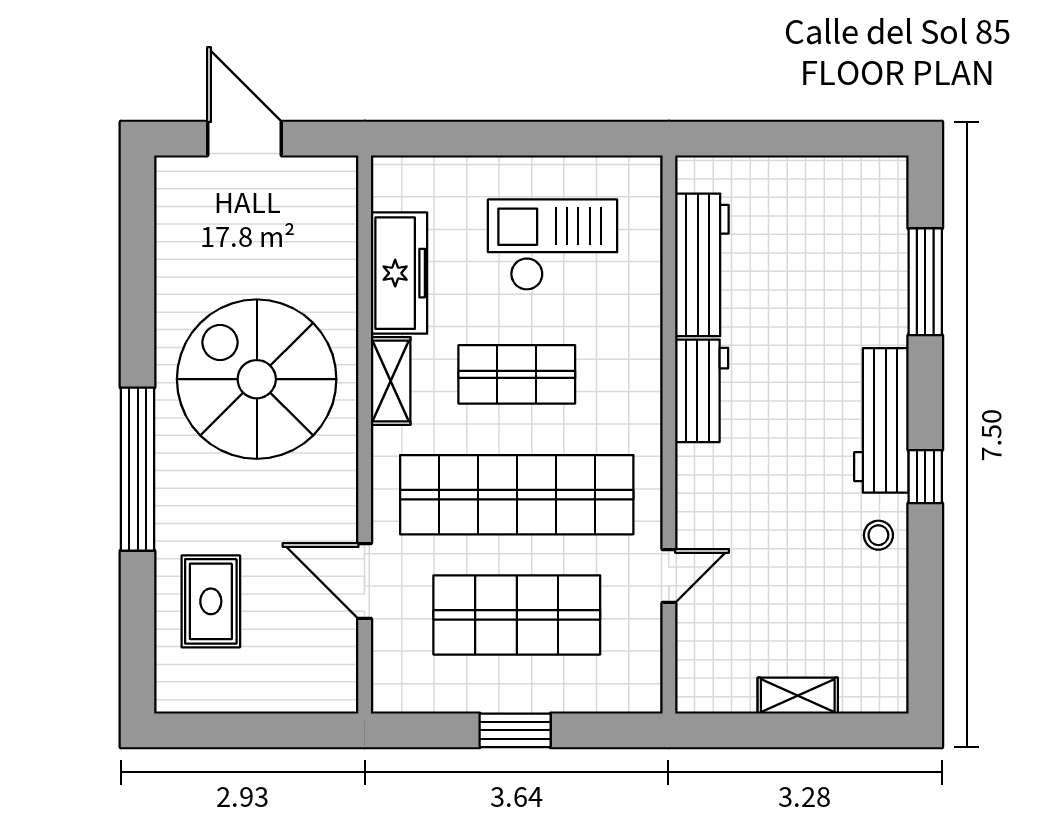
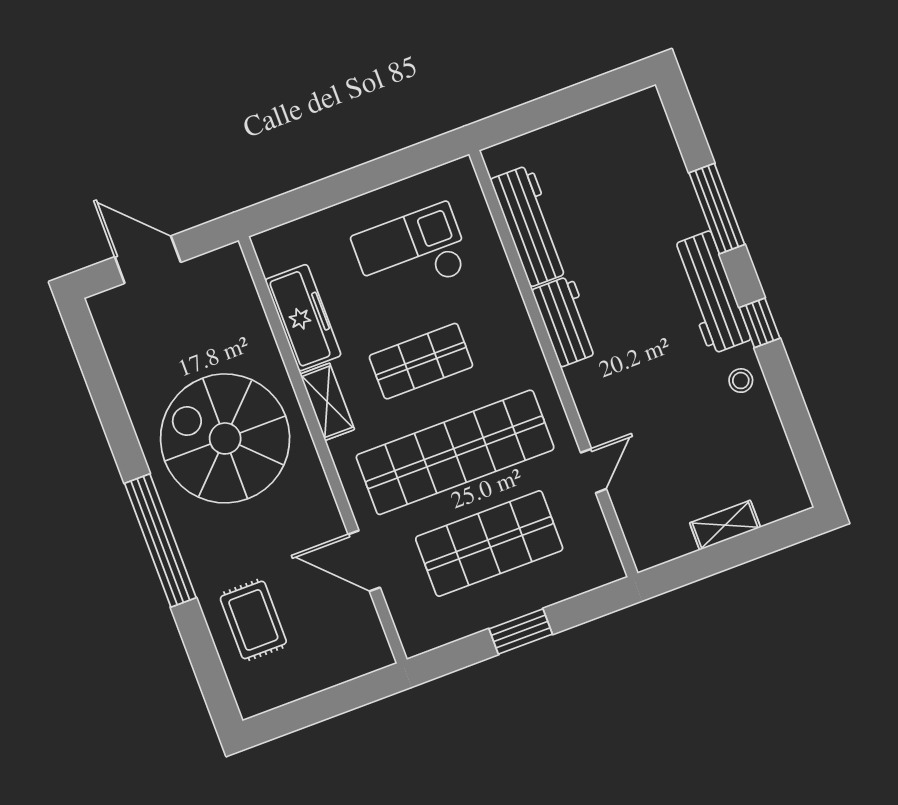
window: (925, 282) -> (717, 209), moved

